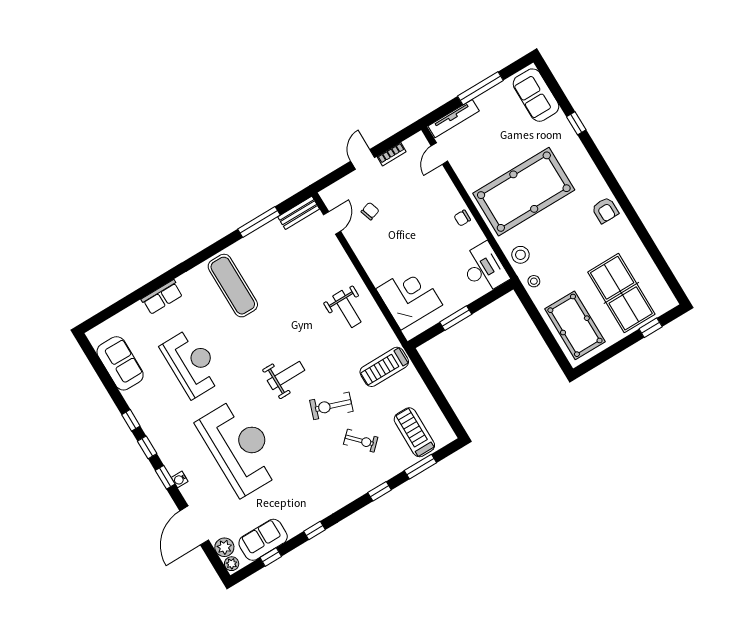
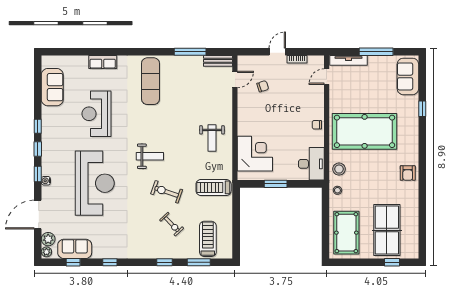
reception desk: (192, 363) -> (96, 114), turned 180

